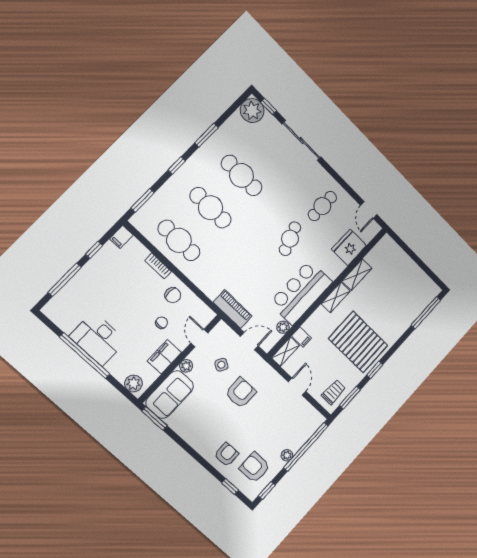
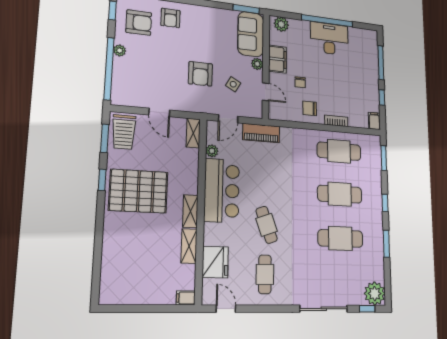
window: (426, 313) -> (97, 270), removed
filing cabinet: (301, 337) -> (186, 298), moved
trolley: (334, 392) -> (124, 132), width x1.36, depth x1.39

